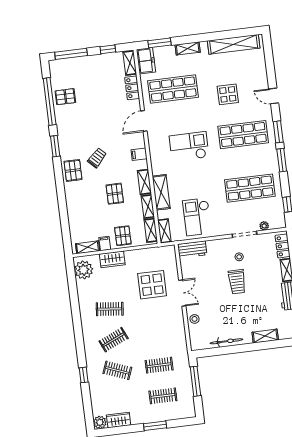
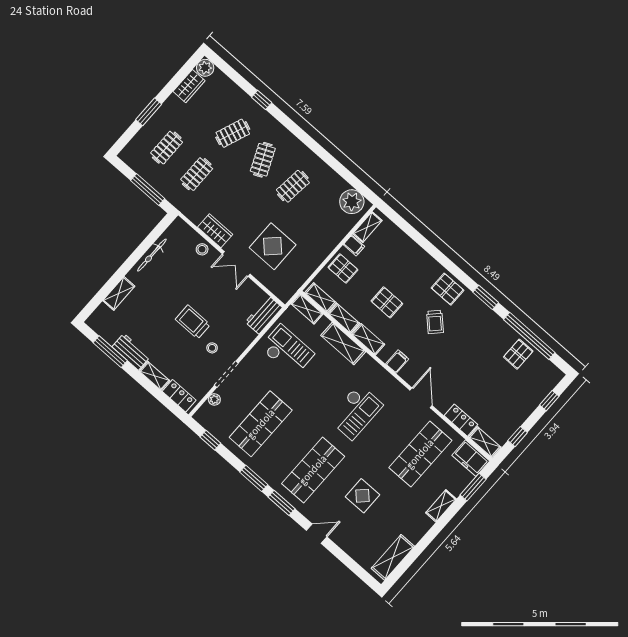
shelving: (234, 44) -> (393, 557), width x0.68
window: (71, 54) -> (549, 401), width x0.46
wardrobe: (112, 259) -> (215, 231), moved, turned 90

